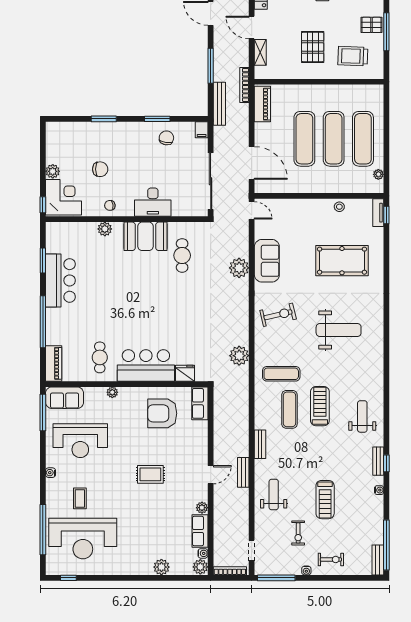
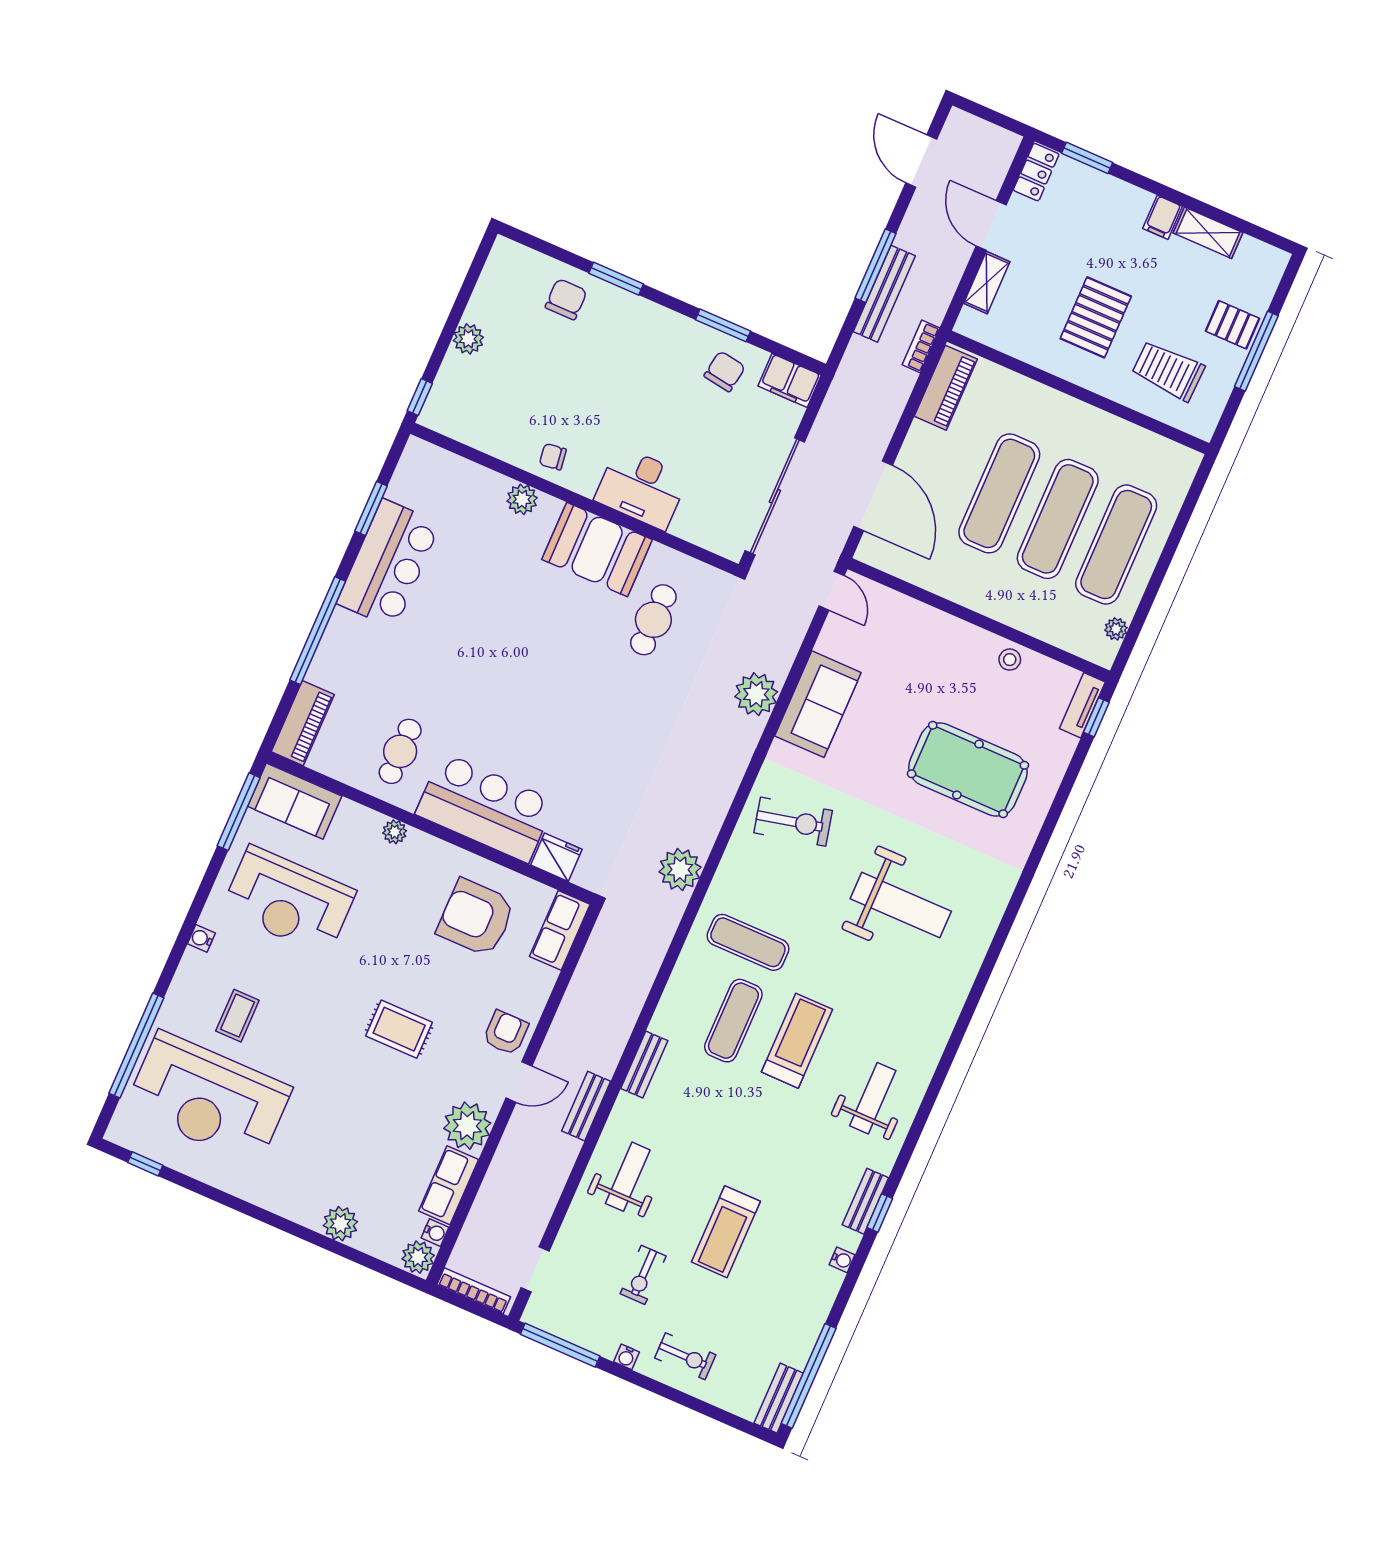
bookcase: (244, 85) -> (921, 346), width x0.64
bench: (219, 104) -> (884, 294), moved
filing cabinet: (202, 130) -> (790, 381), width x2.00
chair: (100, 169) -> (566, 299), moved, turned -90
corner desk: (63, 197) -> (467, 400), removed
armchair: (196, 456) -> (506, 1033), added
plant: (202, 508) -> (467, 1126), width x1.87, depth x1.87

